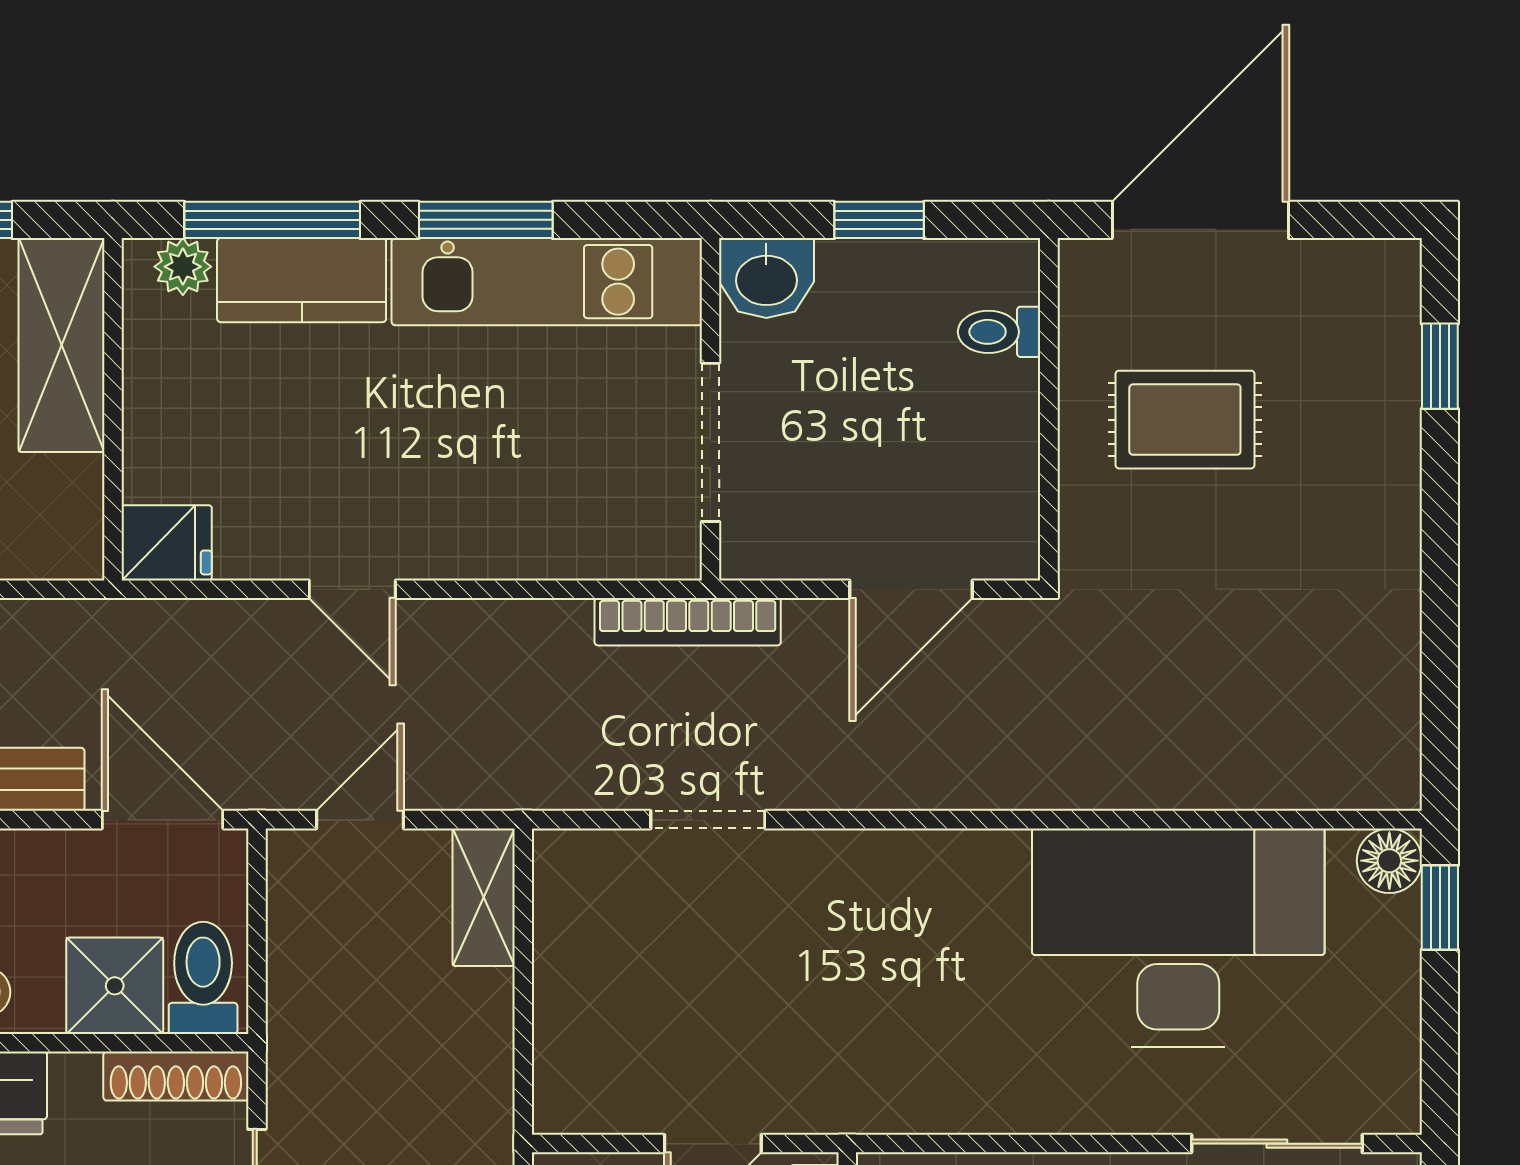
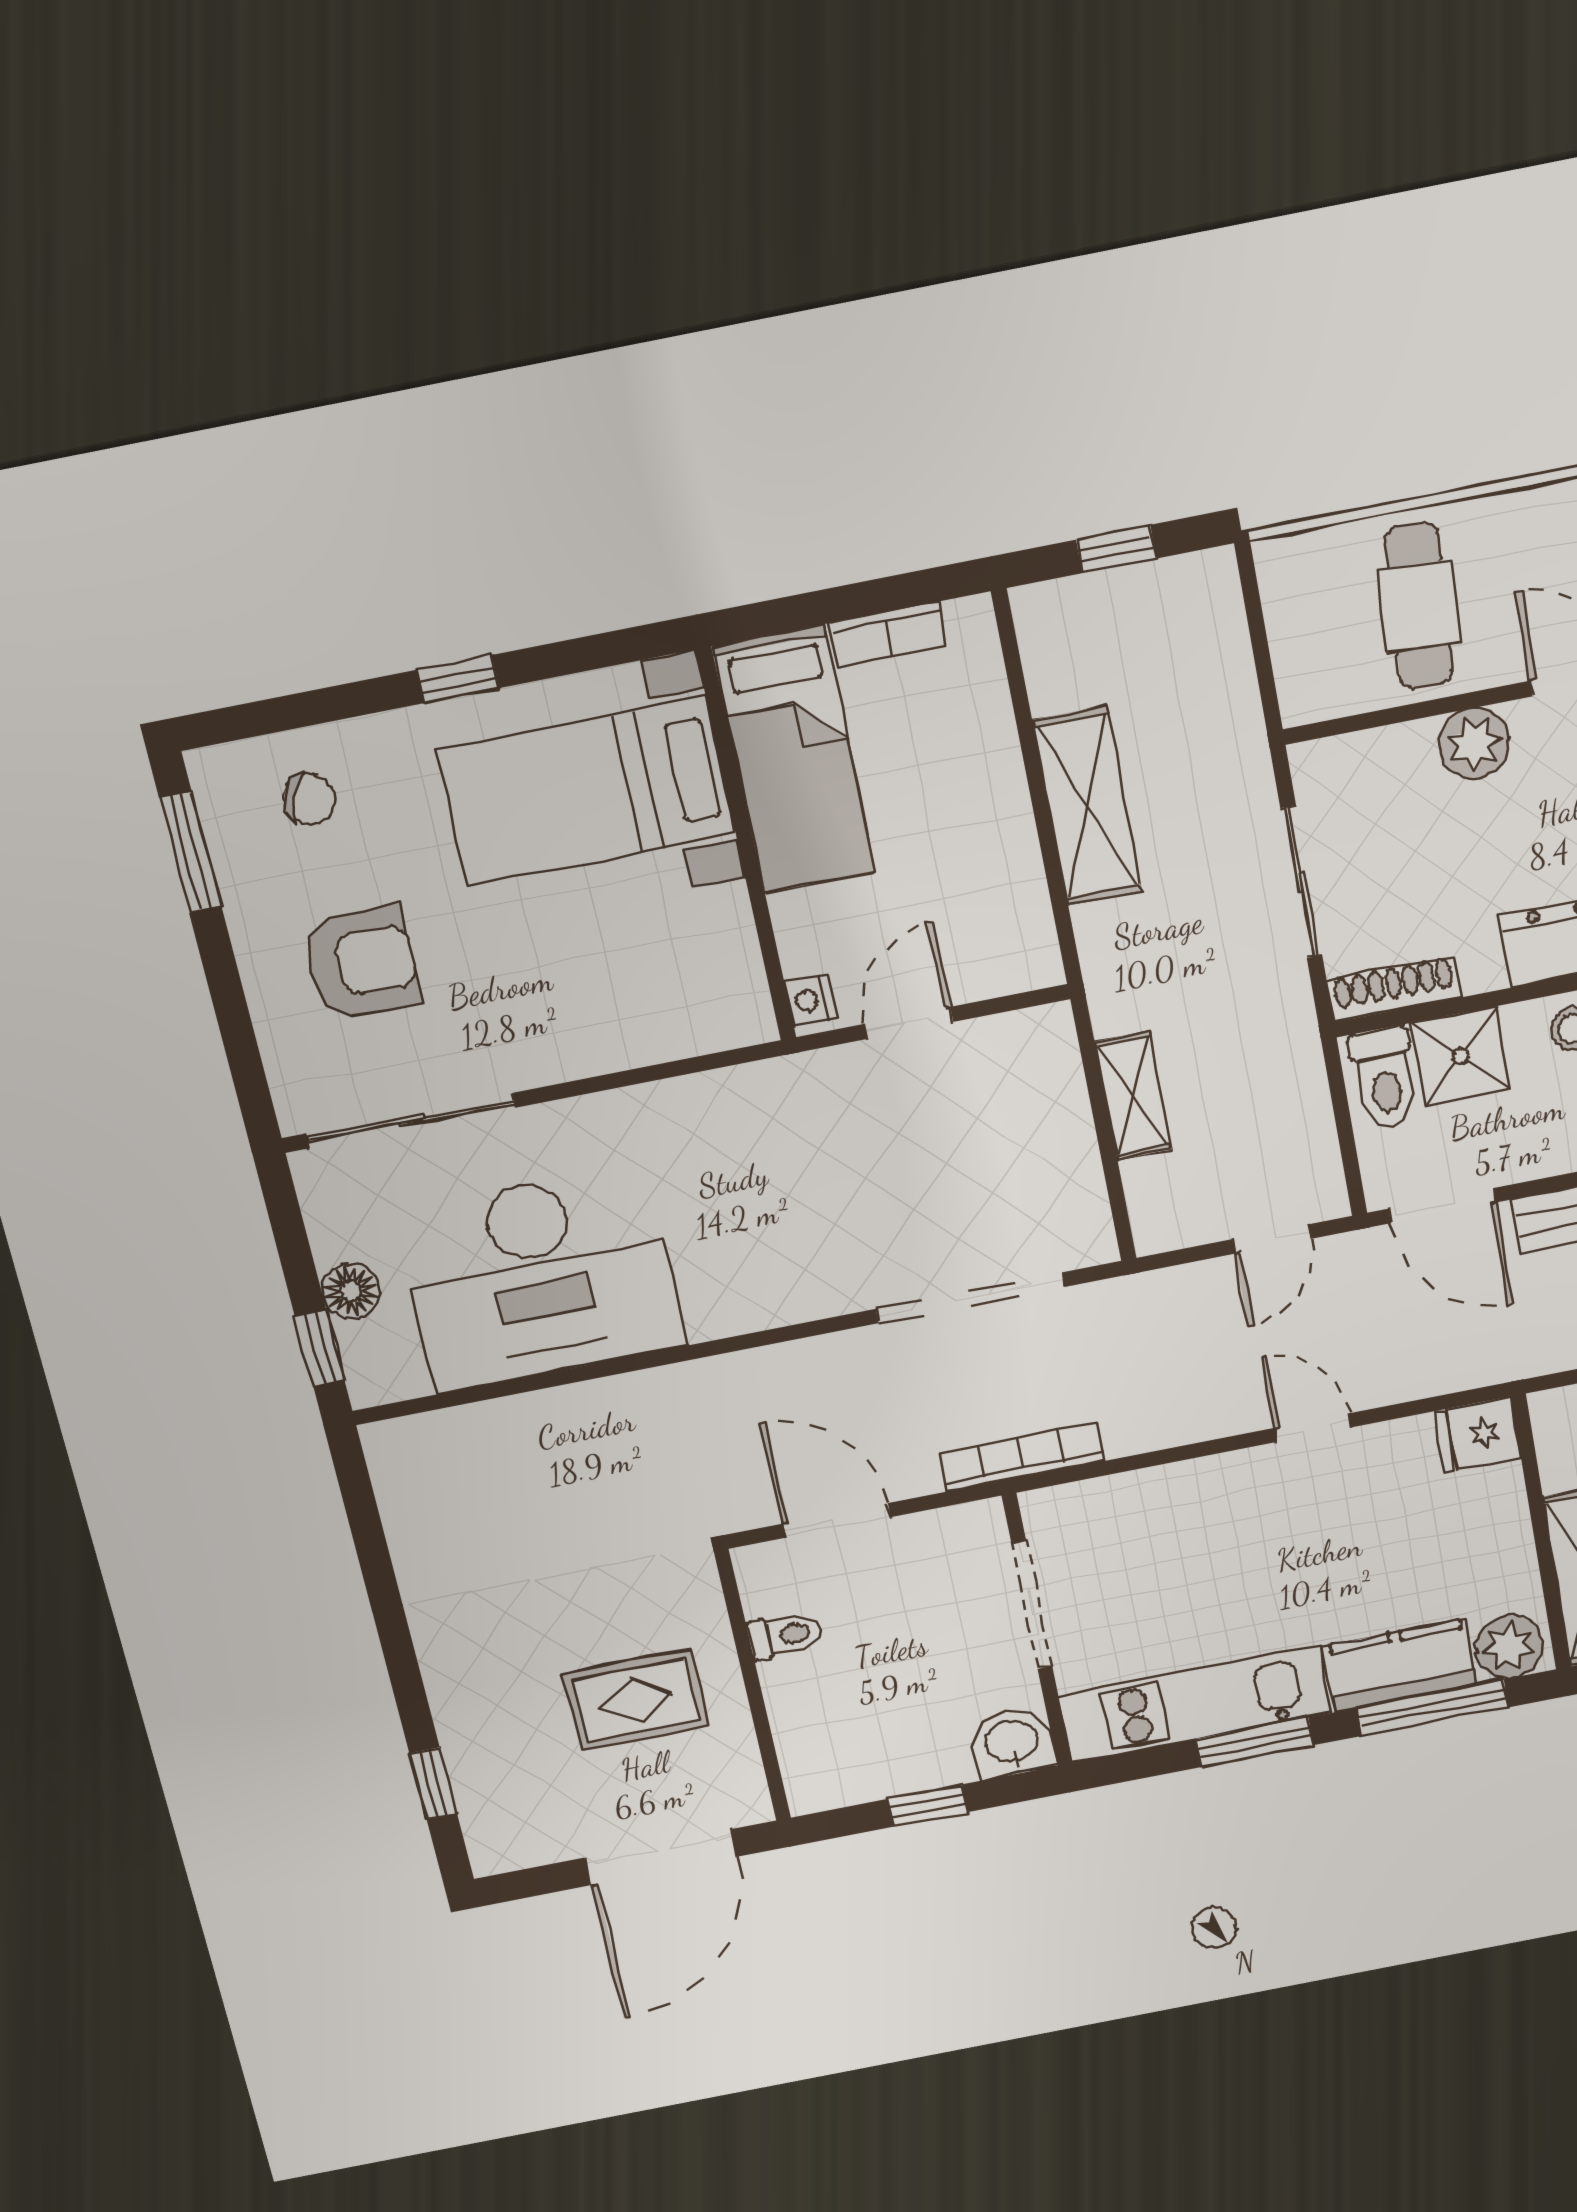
plant: (183, 267) -> (1509, 1647), width x1.38, depth x1.38
toilet: (999, 332) -> (785, 1635), moved
door: (911, 589) -> (837, 1520), hinge flipped
doorway: (708, 820) -> (970, 1298), width x1.88
floor lamp: (1389, 861) -> (351, 1291), moved
shelving: (484, 897) -> (1133, 1096), moved
sliding door: (1277, 1144) -> (411, 1121), width x1.37

